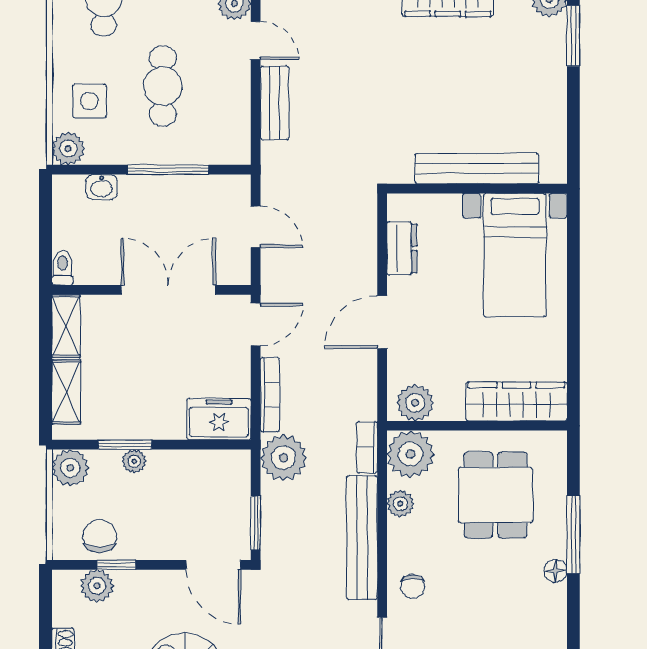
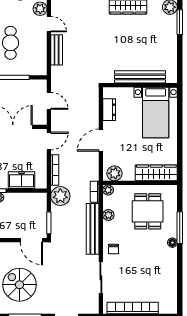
freezer: (219, 419) -> (21, 180), moved
plant: (410, 454) -> (108, 190), width x0.53, depth x0.53

